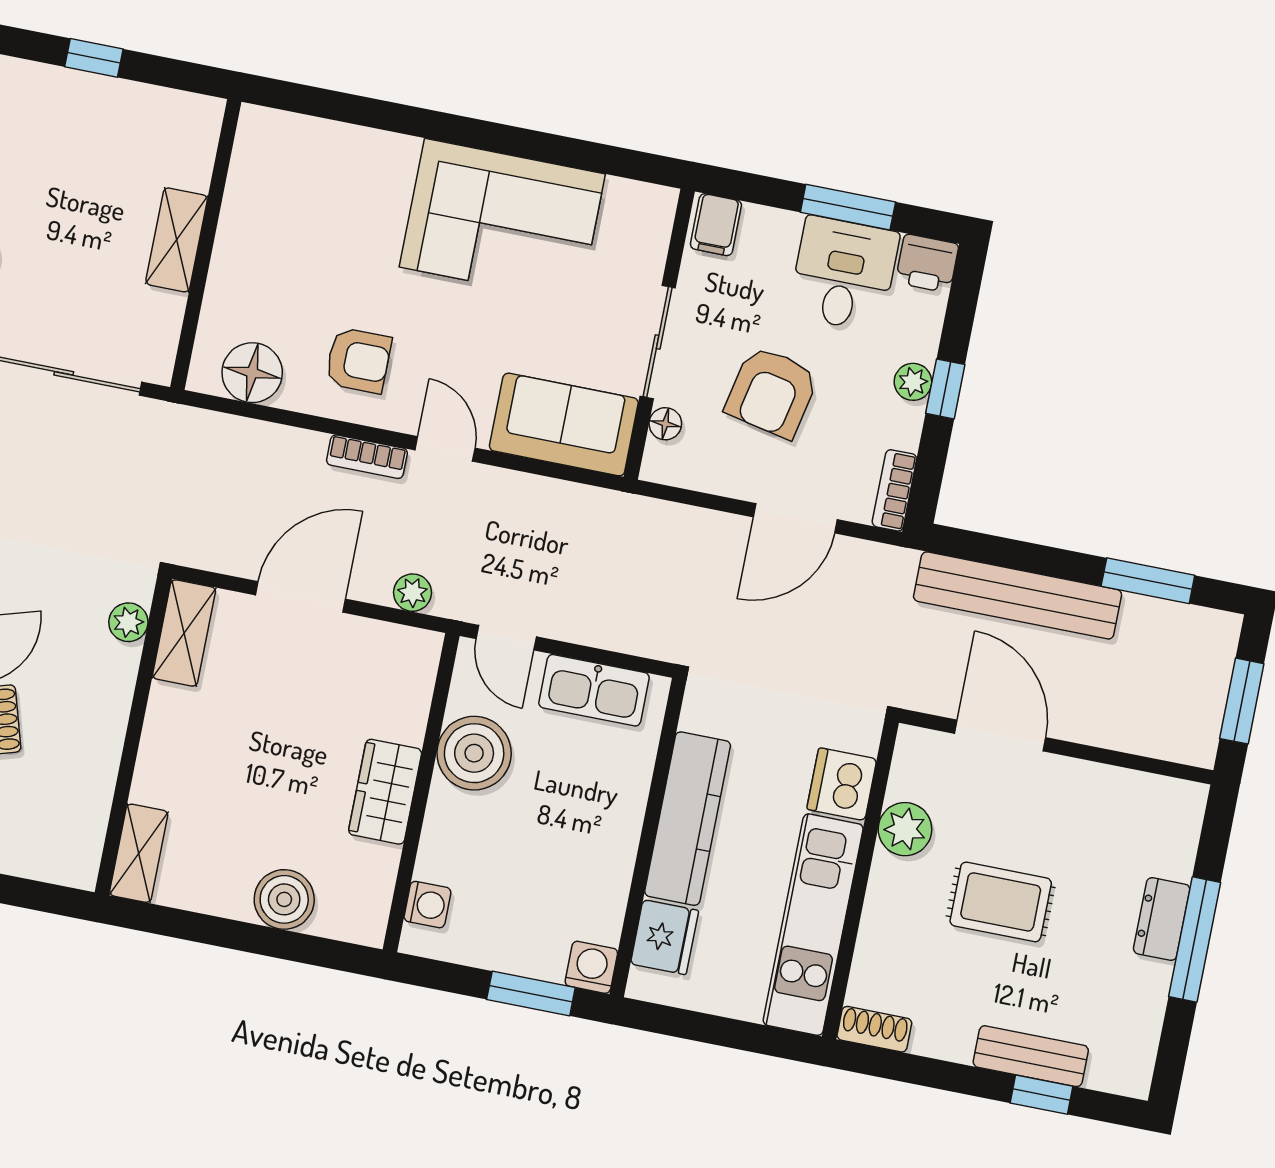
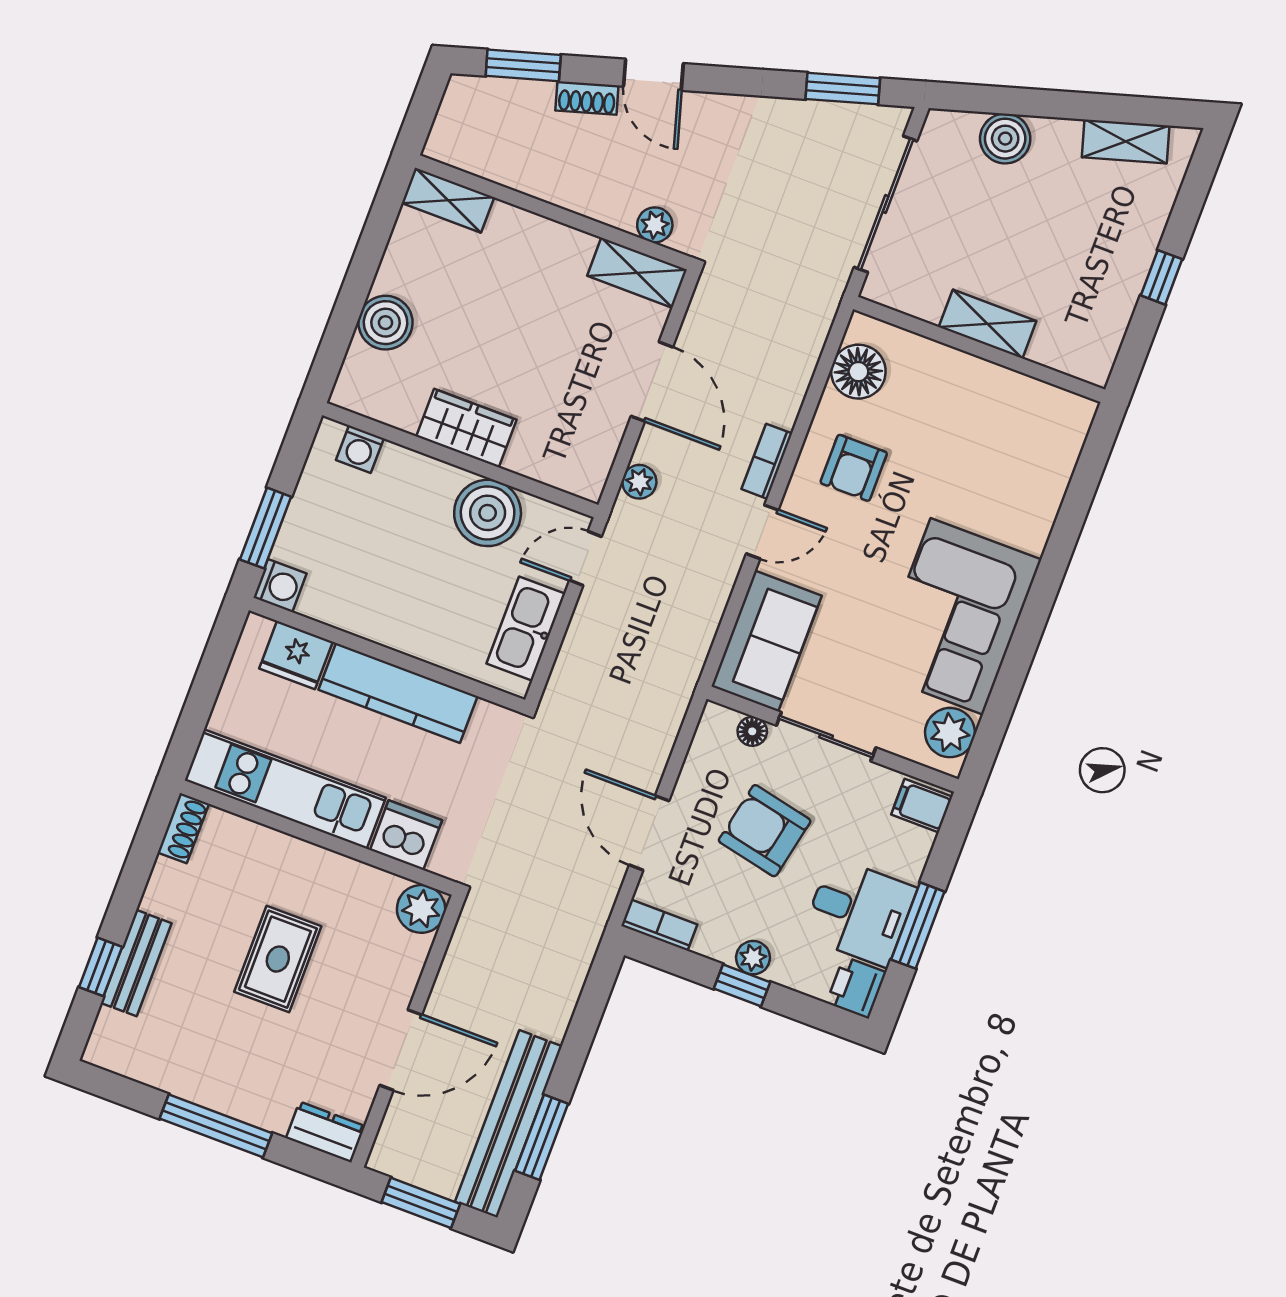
plant: (631, 207) -> (950, 733), added
bench: (1018, 595) -> (508, 1124), moved
door: (1000, 735) -> (401, 1050), moved
plant: (905, 829) -> (421, 909), moved
dresser: (1162, 919) -> (325, 1132), moved

